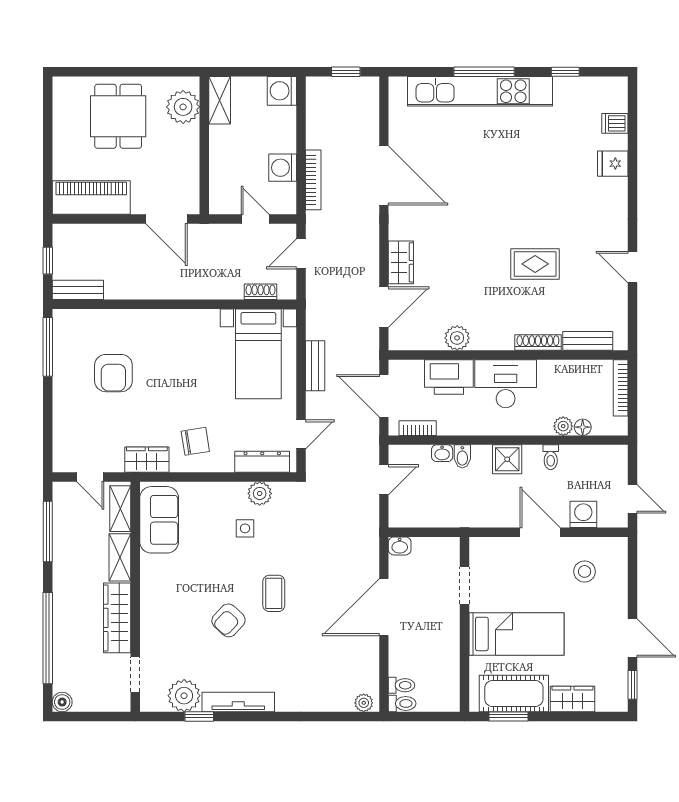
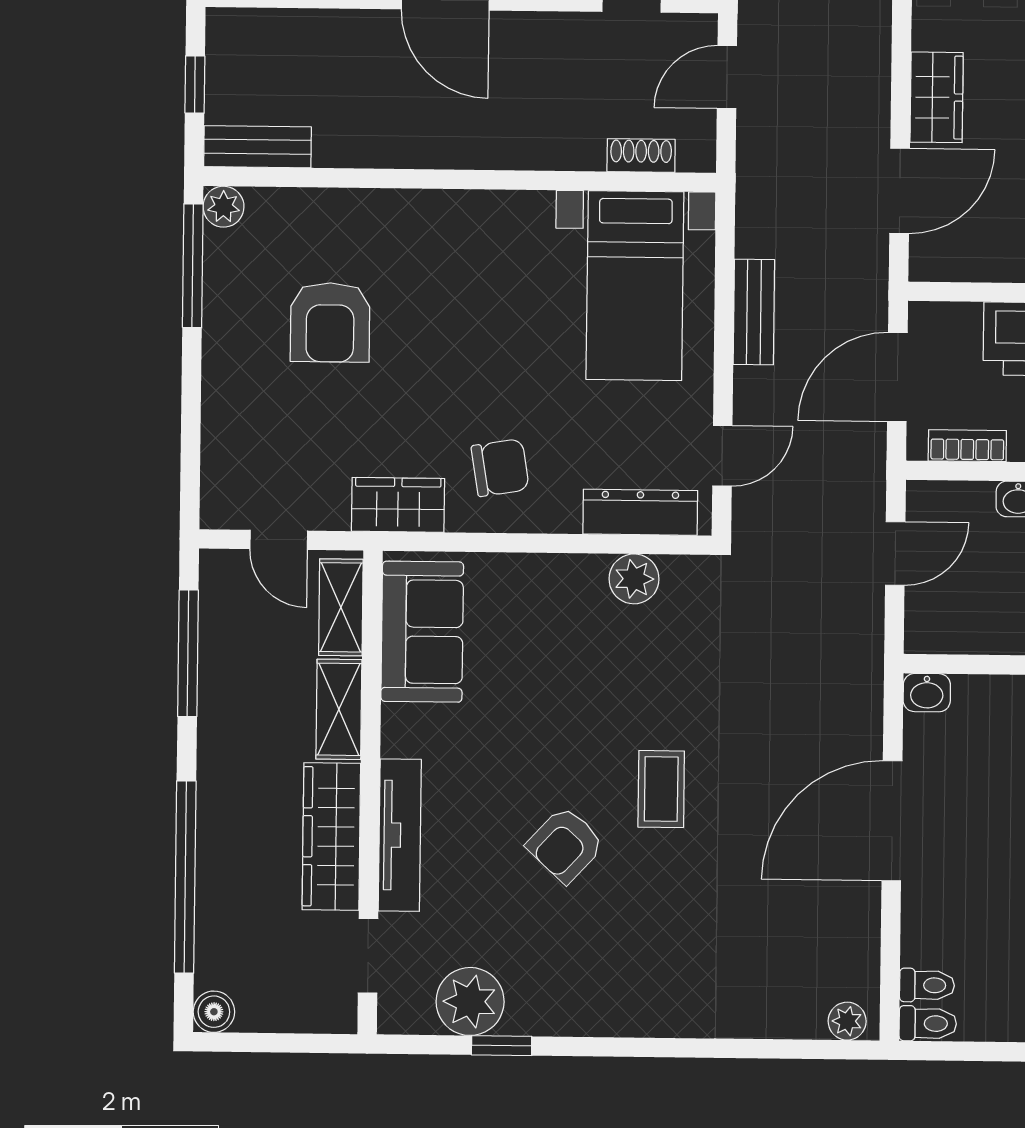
plant: (62, 319) -> (224, 207), added
door: (384, 396) -> (897, 377), hinge flipped
side table: (245, 528) -> (602, 652), removed
tv unit: (238, 702) -> (400, 835), moved, turned 90

